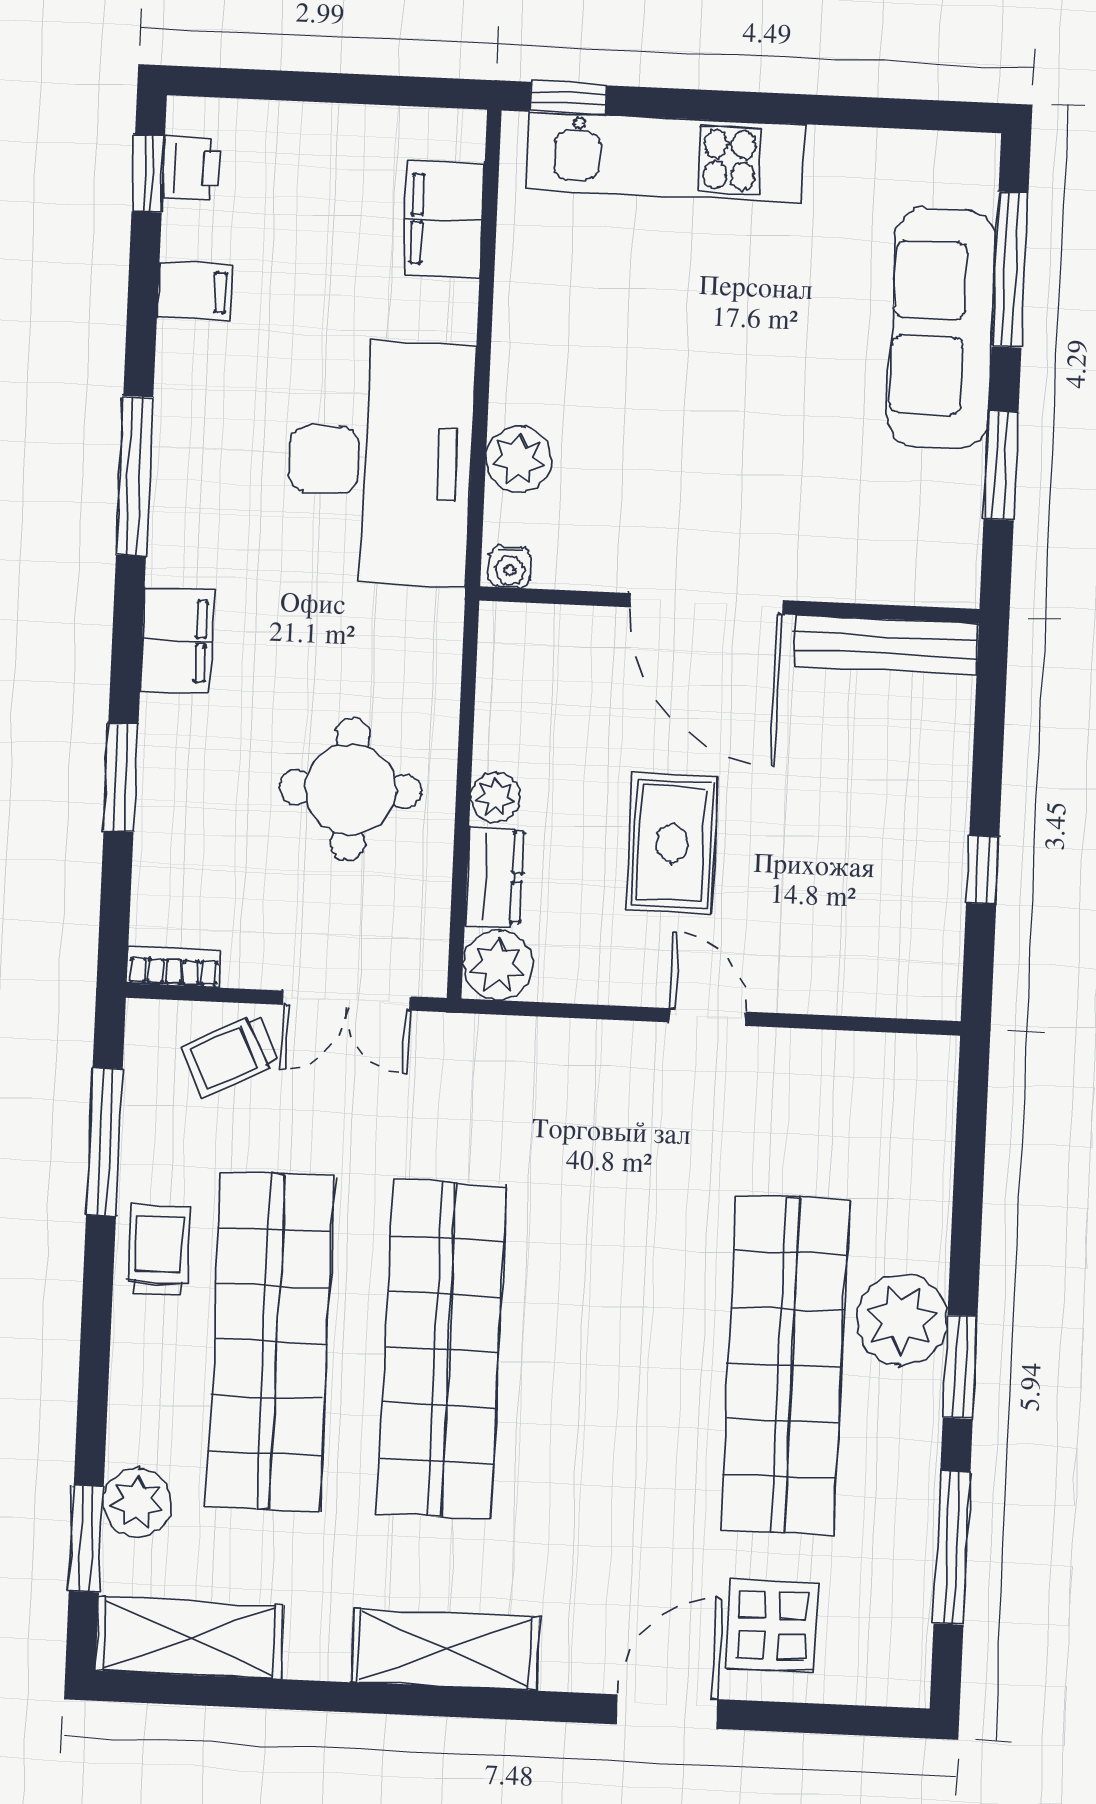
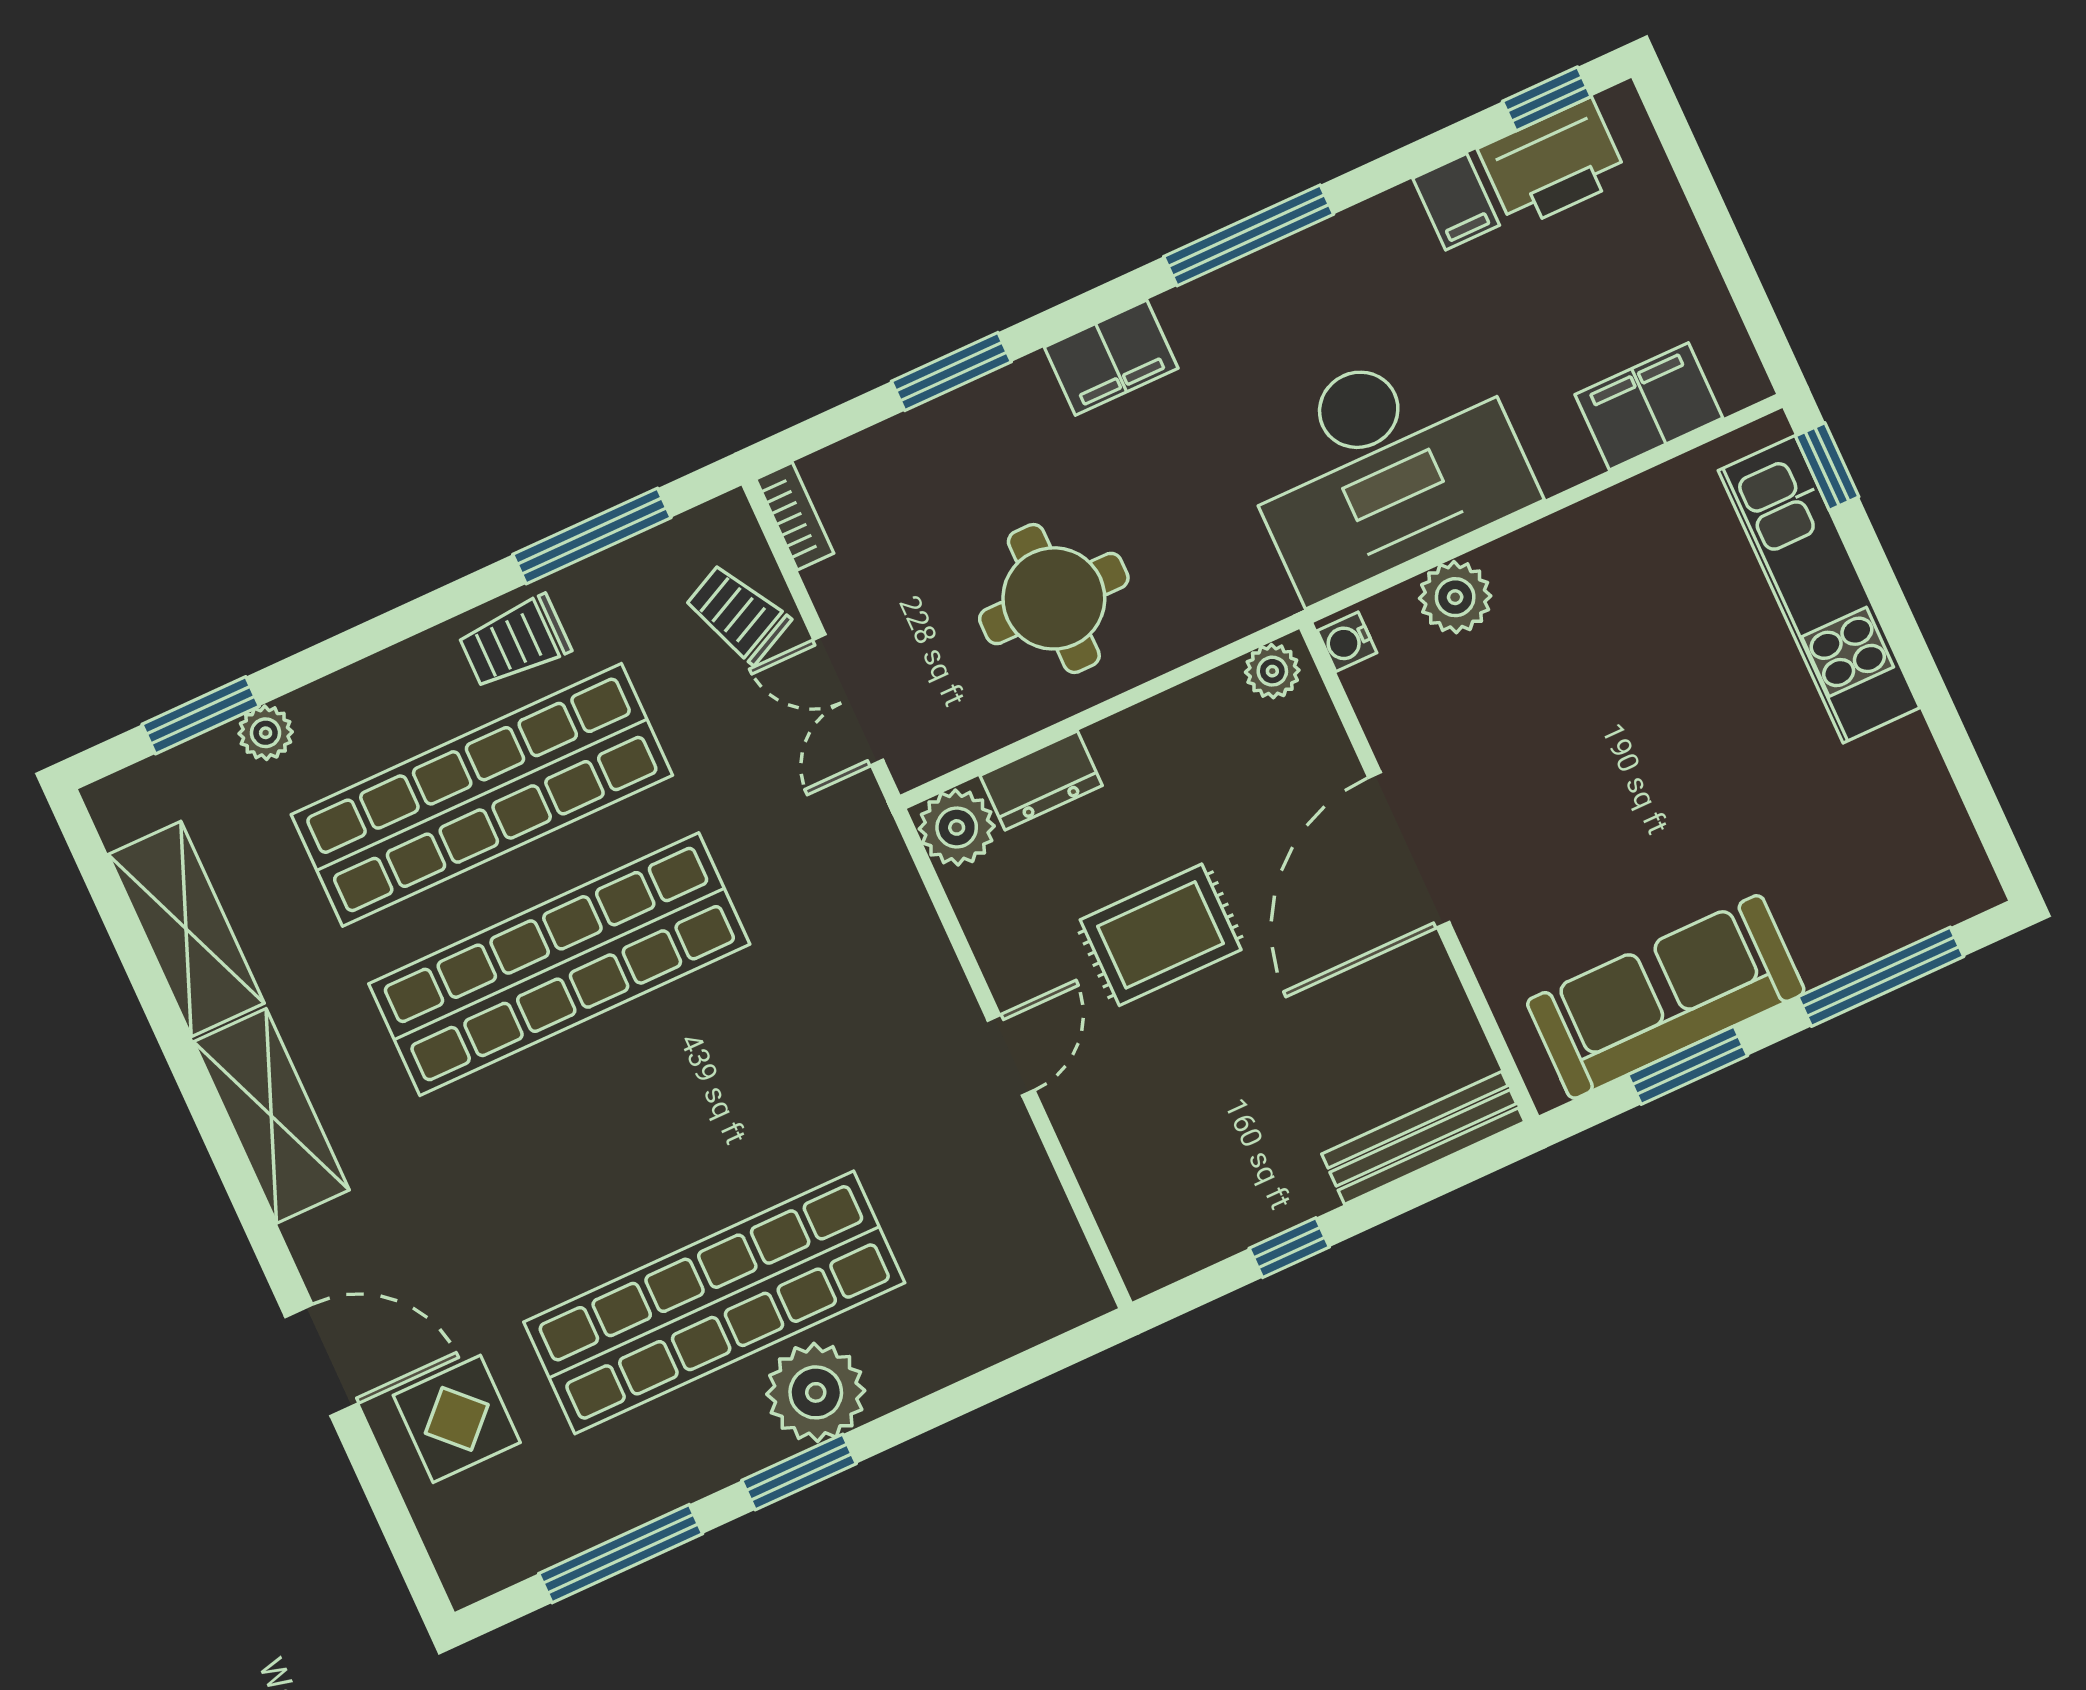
printer: (192, 168) -> (1553, 164), width x1.87, depth x1.48
sofa: (942, 328) -> (1666, 997), moved
bench: (886, 645) -> (1423, 1138), moved, turned 90
plant: (495, 797) -> (1272, 671), moved
trolley: (159, 1250) -> (515, 642), turned 180
plant: (137, 1503) -> (266, 733), width x0.73, depth x0.73
shelving: (189, 1638) -> (186, 929), moved

